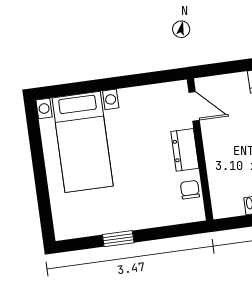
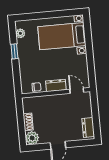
door: (194, 106) -> (77, 91), swing flipped
plant: (80, 228) -> (20, 33), added

